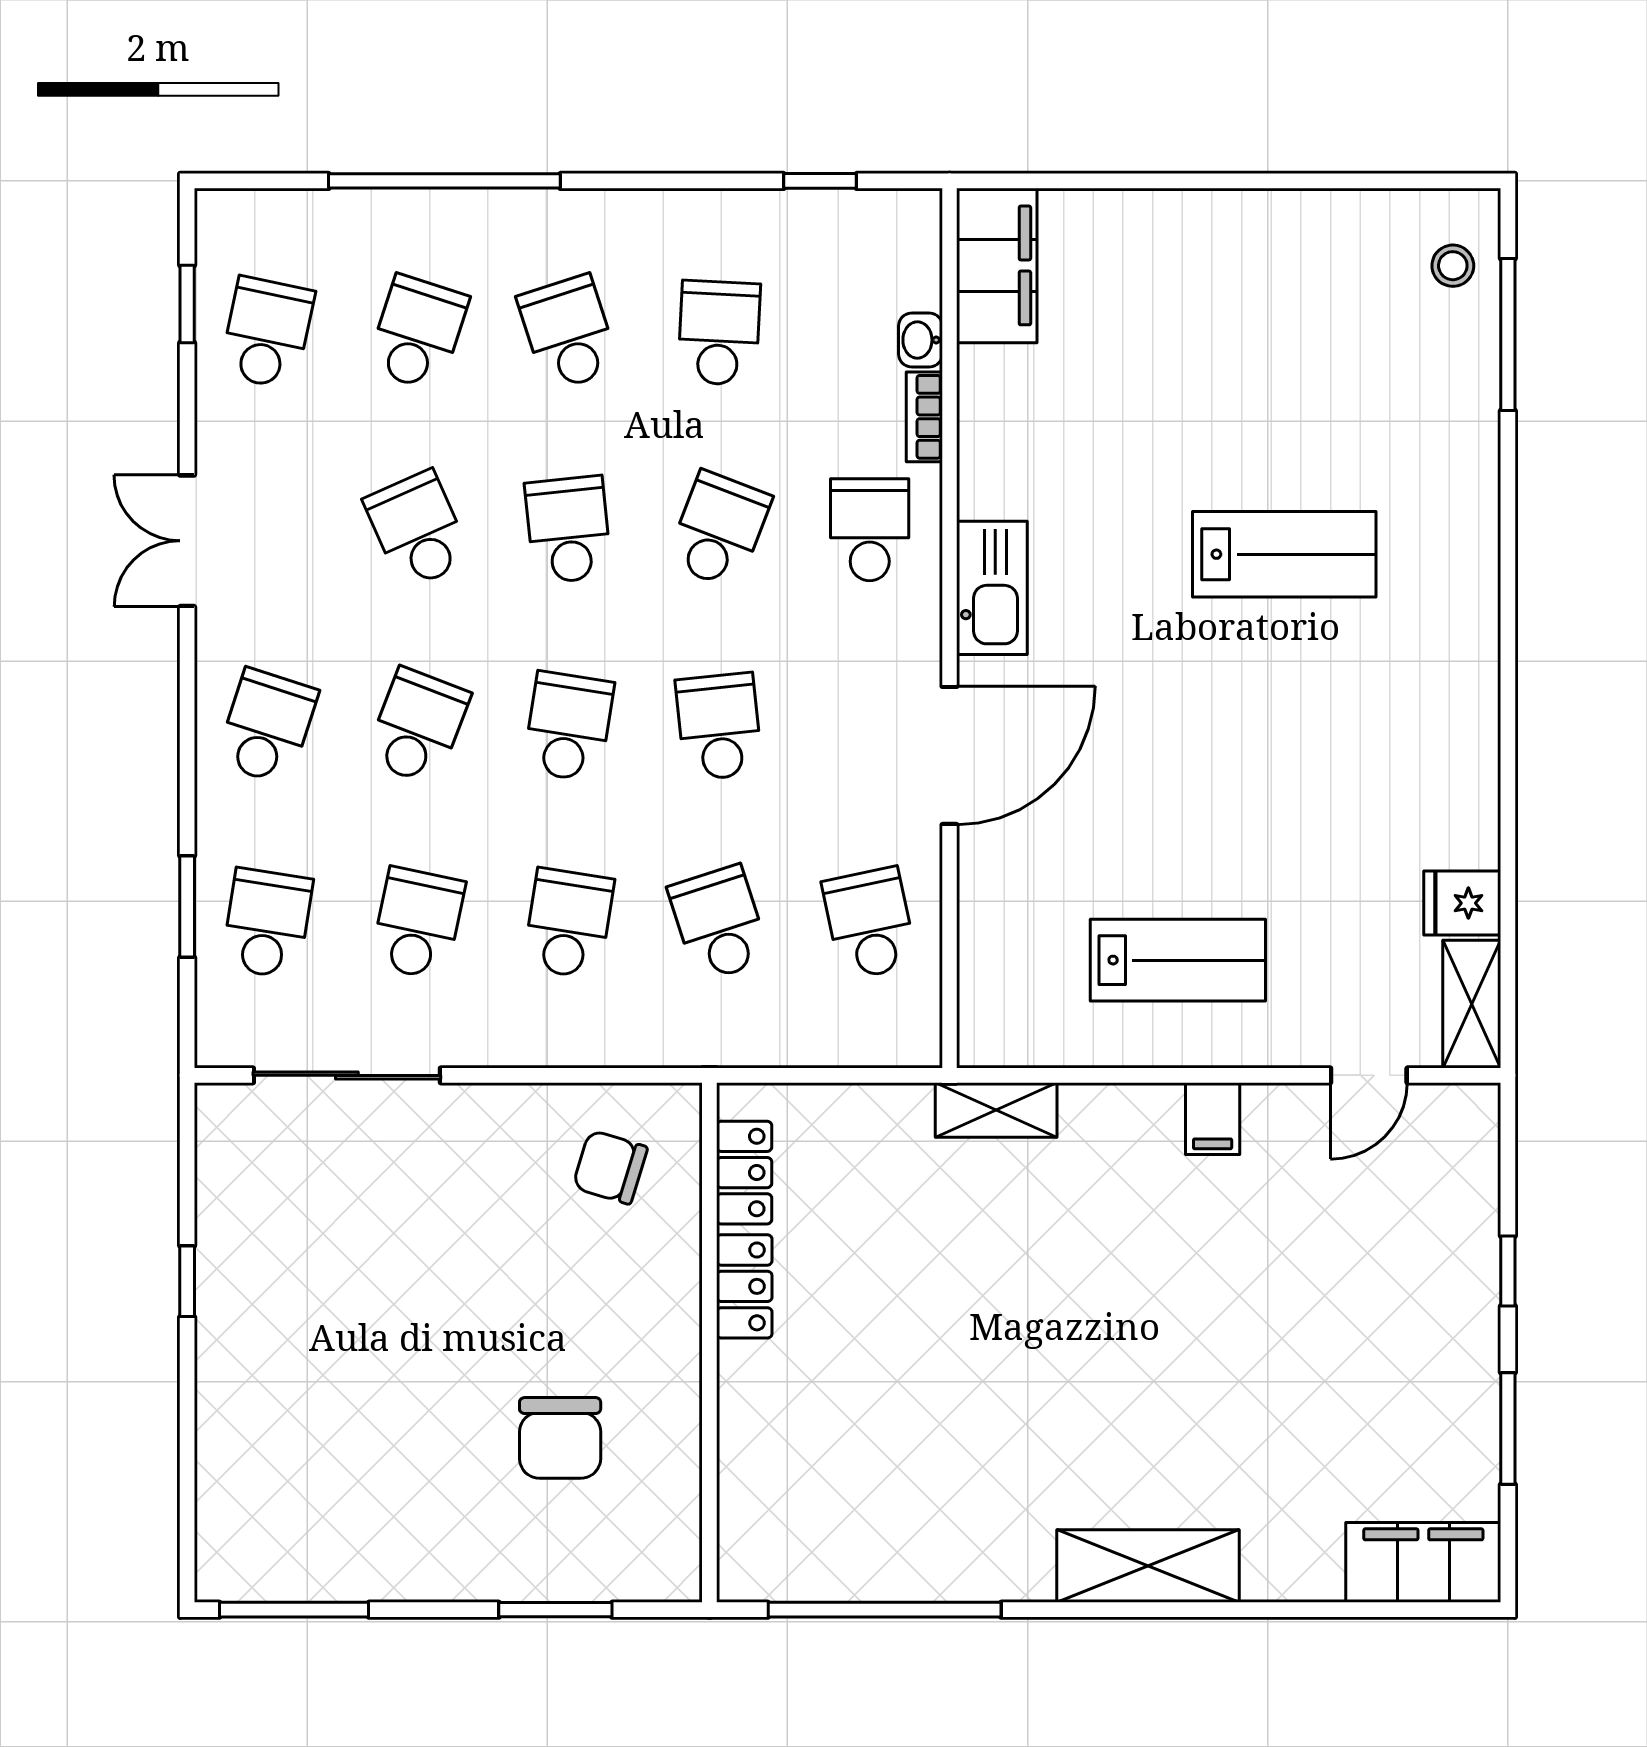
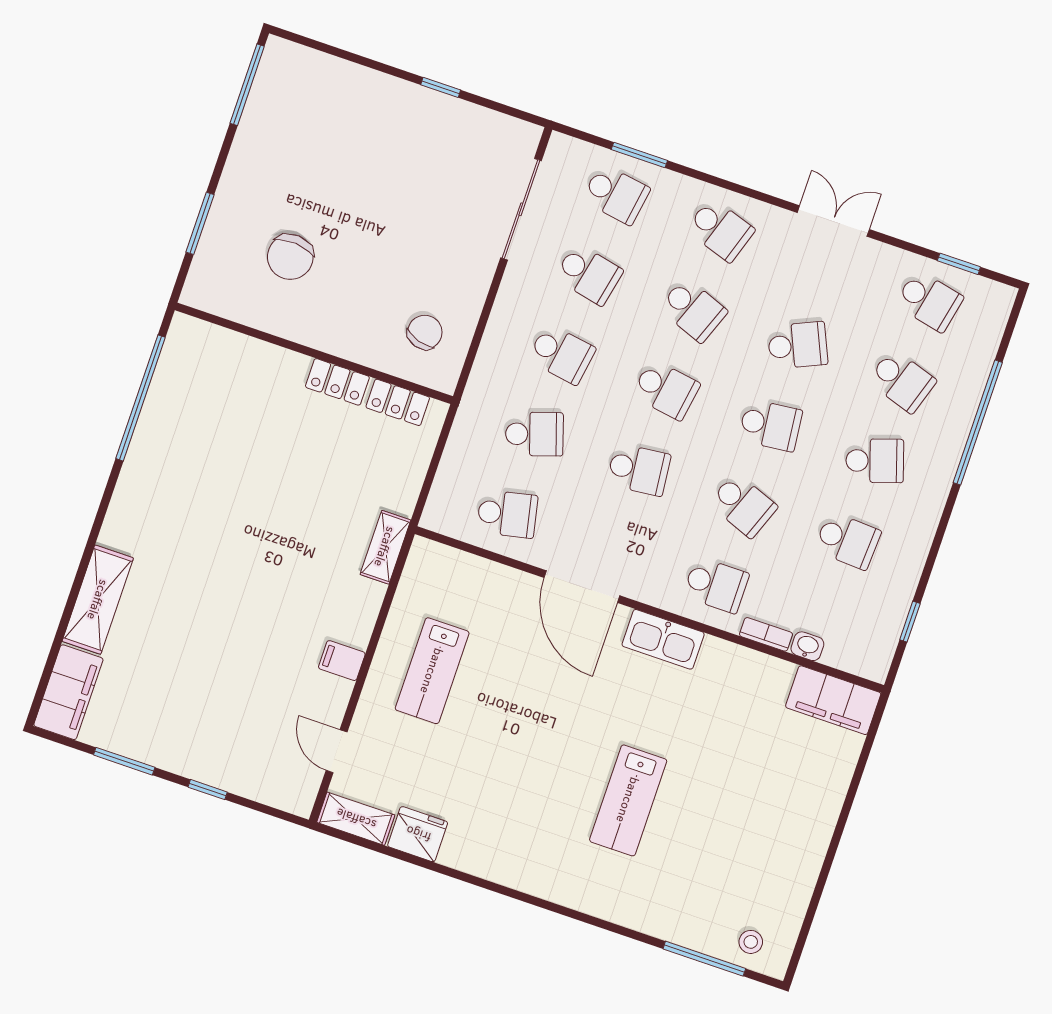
fridge: (1462, 903) -> (418, 834), width x1.38
chair: (560, 1438) -> (290, 257), turned -86
shelving: (1148, 1566) -> (98, 600), moved

